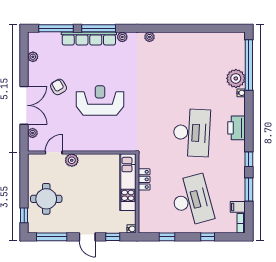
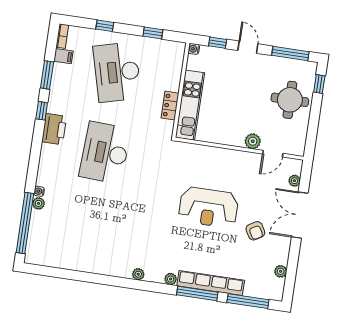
plant: (236, 78) -> (38, 203), width x0.53, depth x0.53
printer: (236, 128) -> (54, 129), moved

